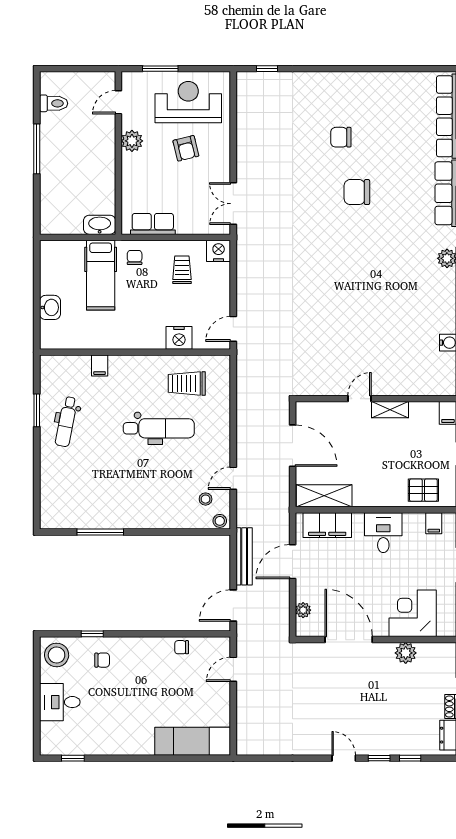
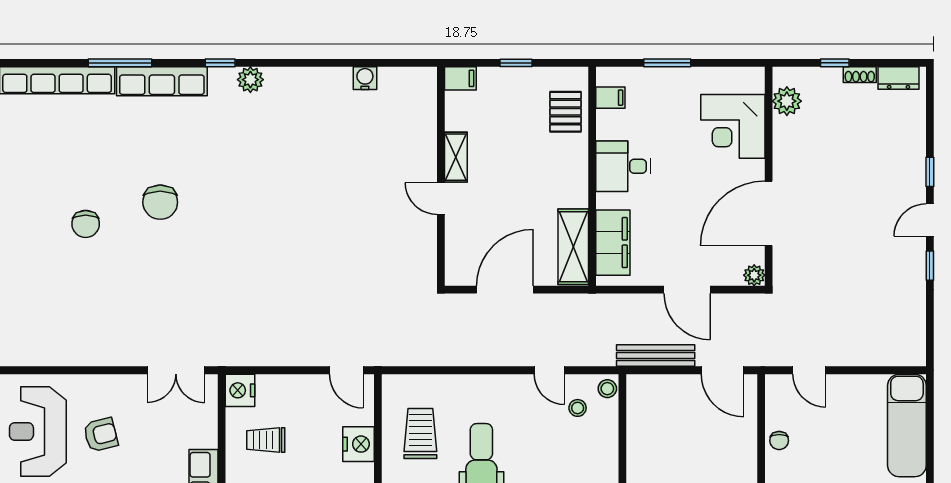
trolley: (187, 383) -> (420, 434), turned 180
door: (293, 562) -> (687, 290), moved
plant: (303, 610) -> (754, 275), moved
plant: (406, 653) -> (787, 101), moved
window: (410, 758) -> (930, 266), moved

